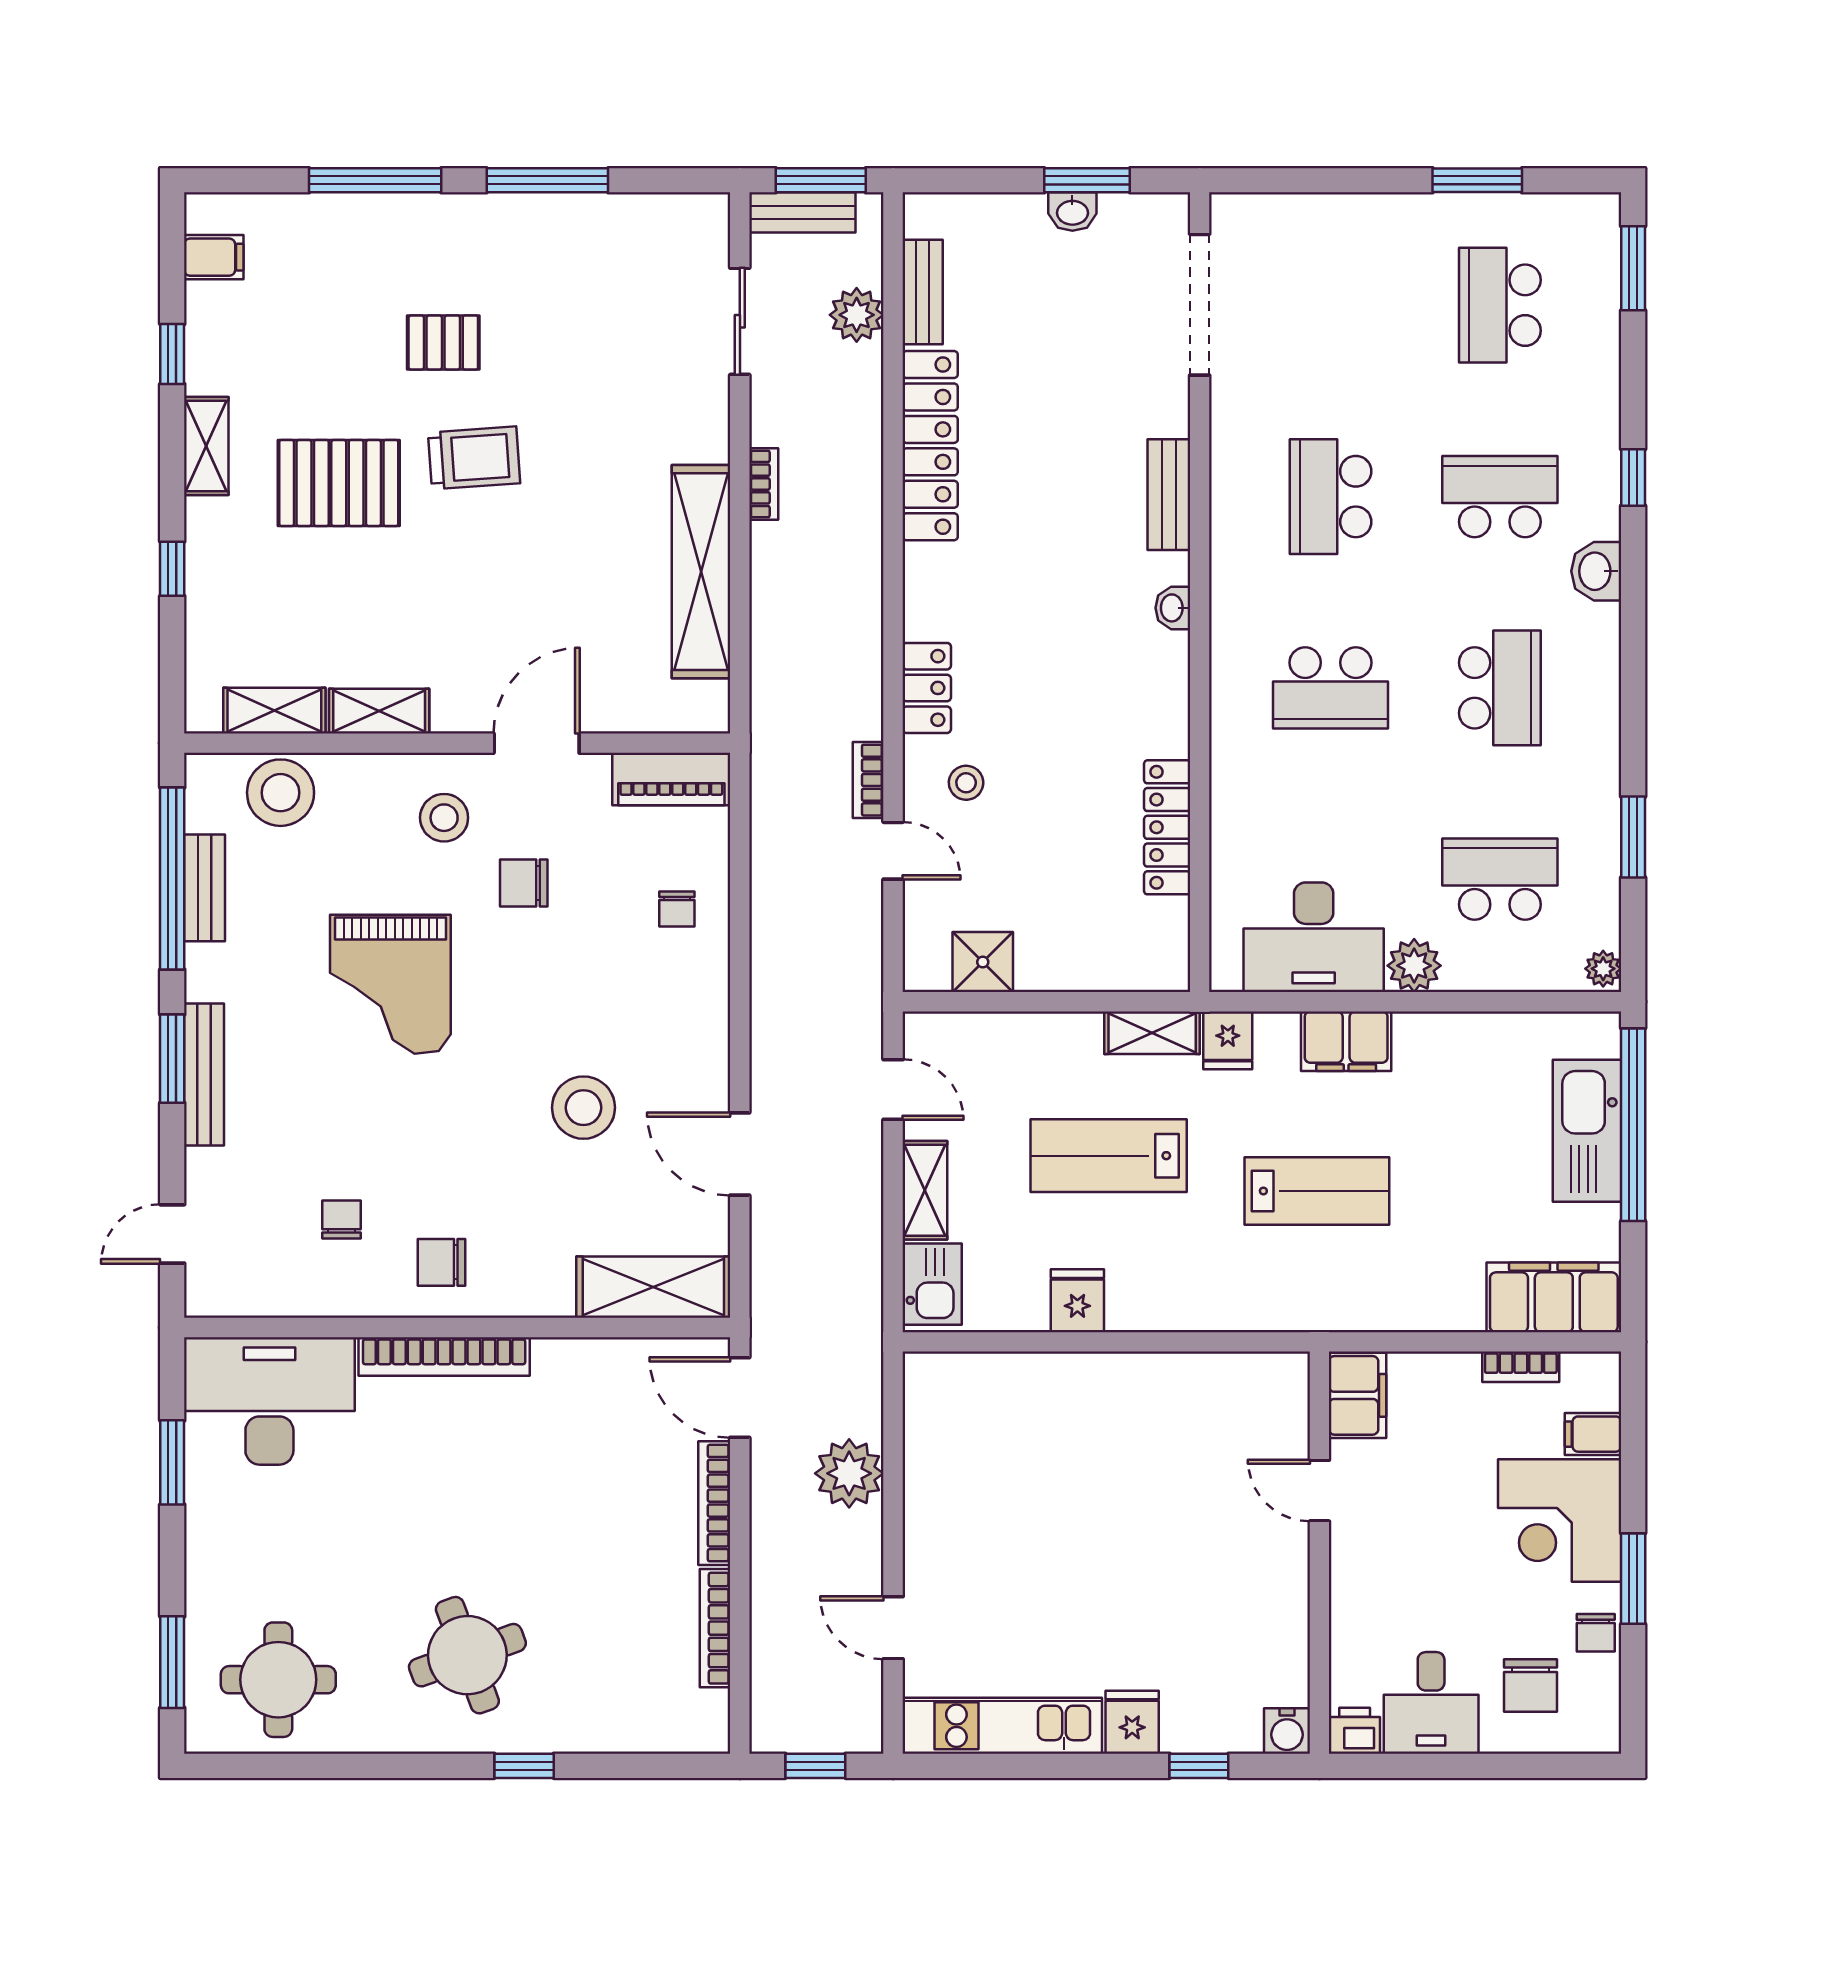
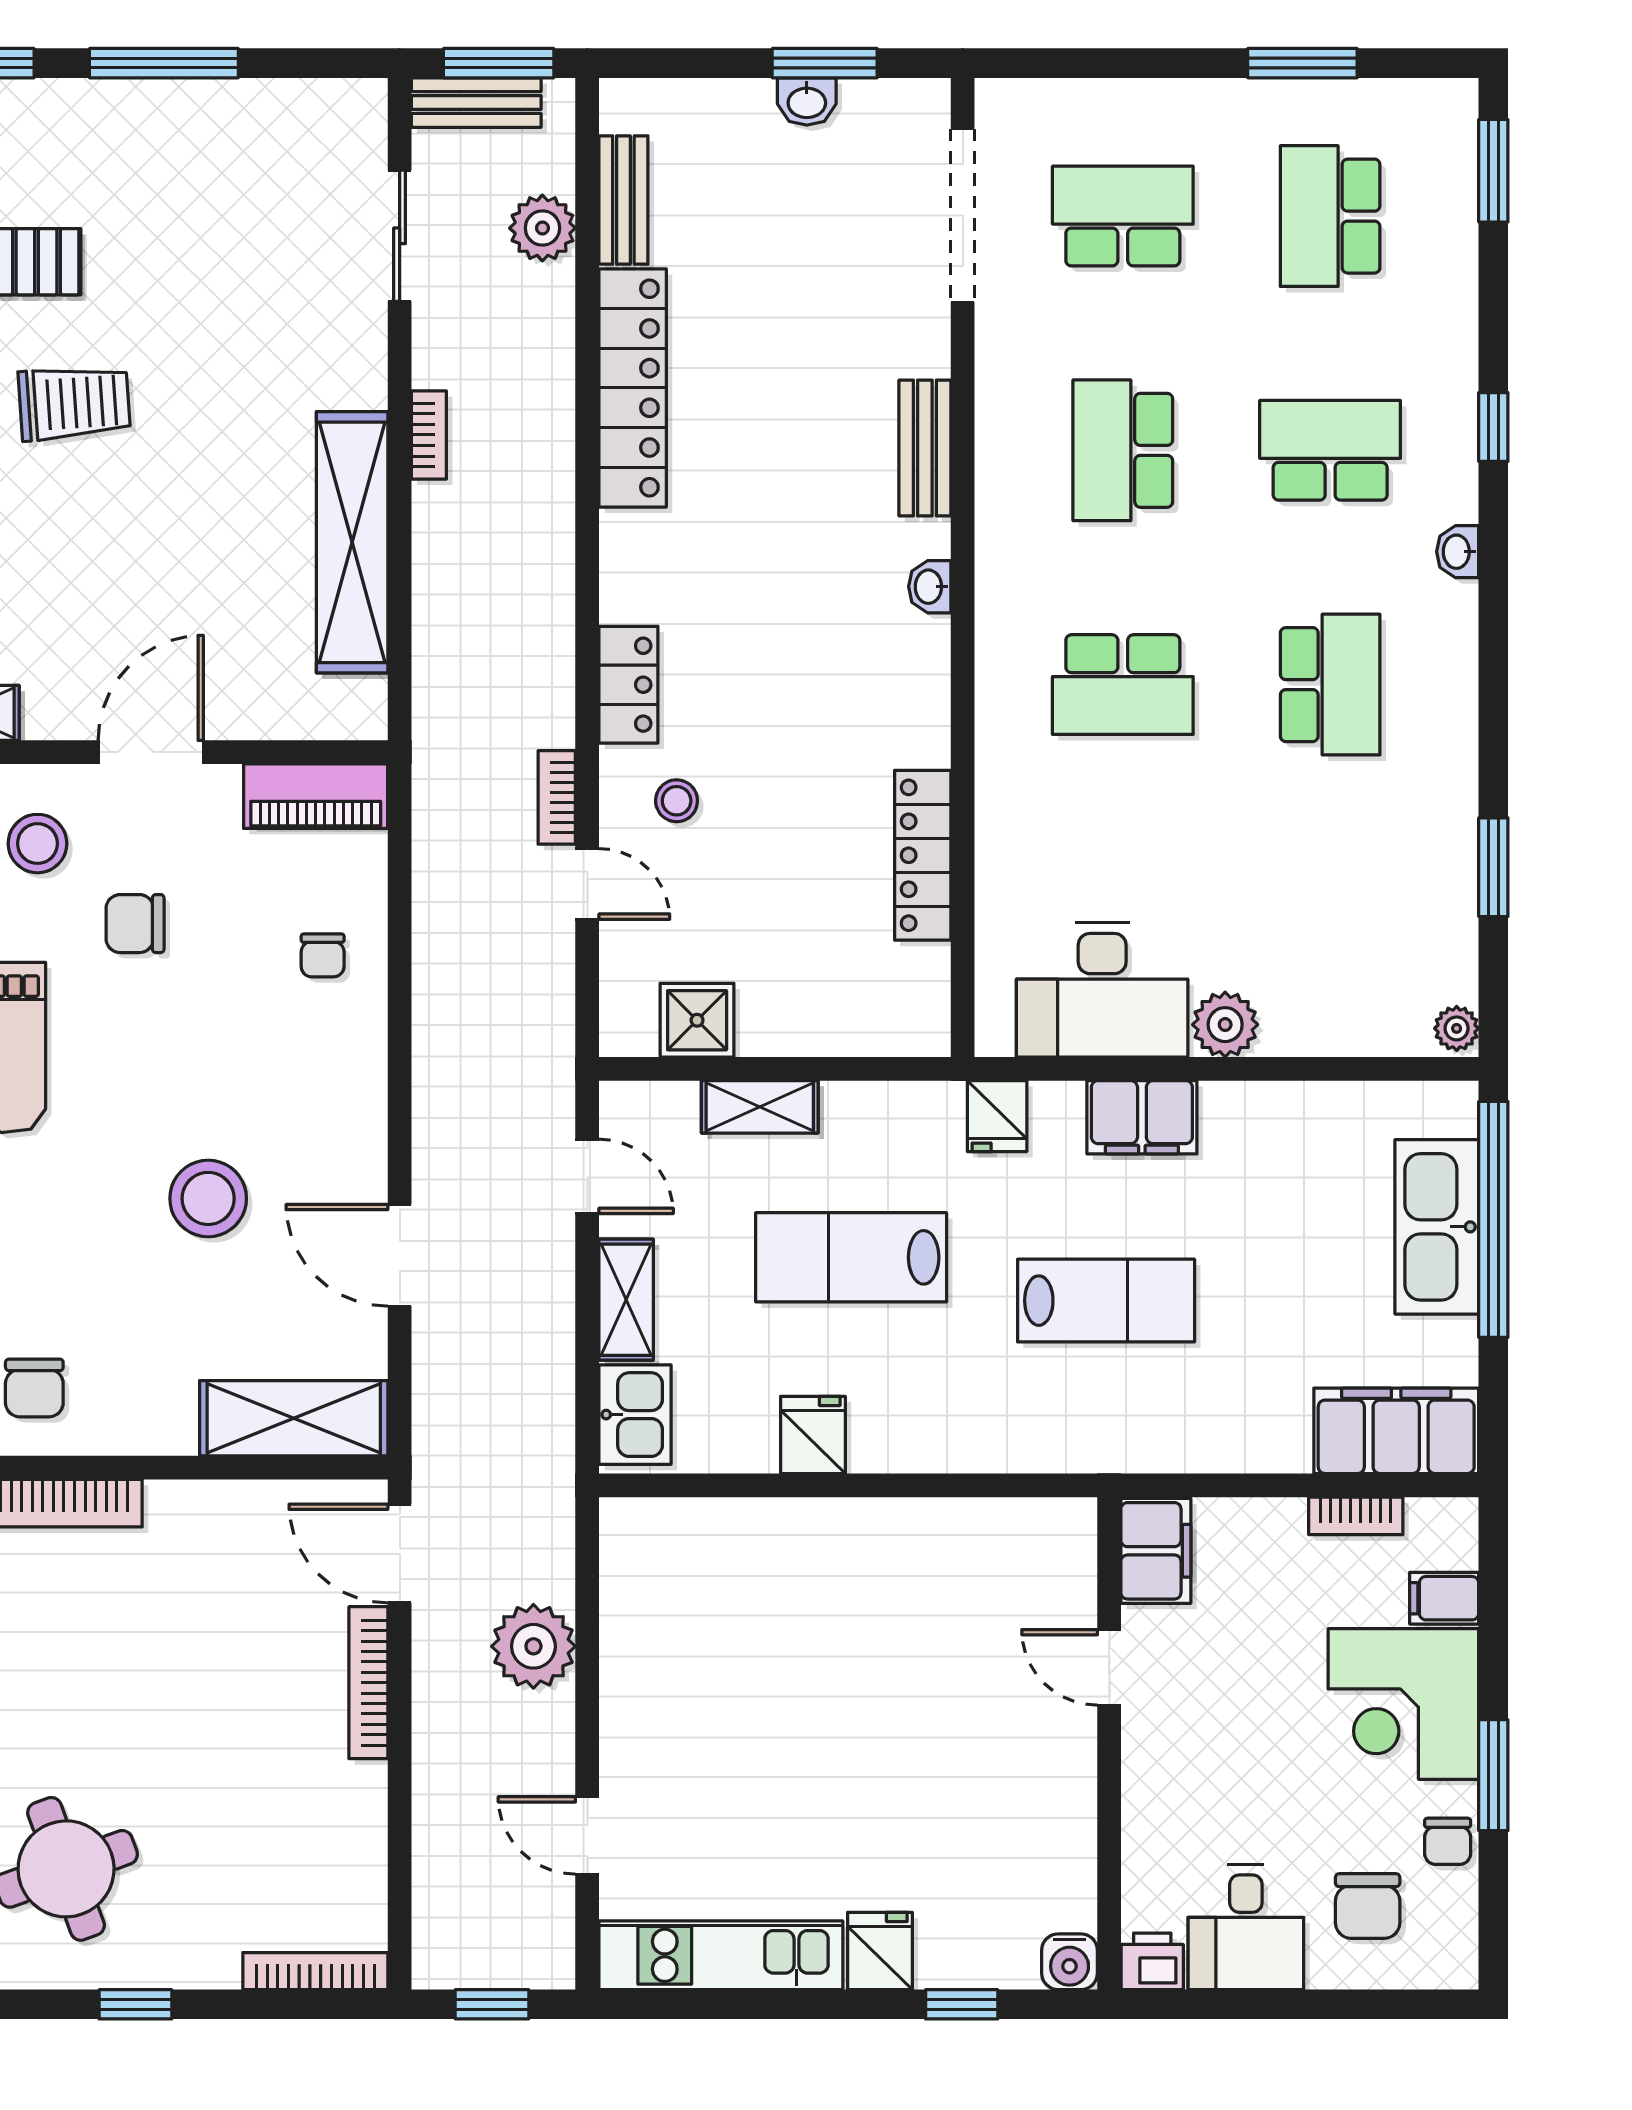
washbasin: (1596, 571) -> (1458, 552), width x0.72, depth x0.69
school desk: (1500, 879) -> (1123, 216), moved
shelving: (1152, 1033) -> (760, 1107), moved
chair: (442, 1262) -> (34, 1388), turned -90
bookcase: (715, 1628) -> (315, 1971), moved, turned 90

